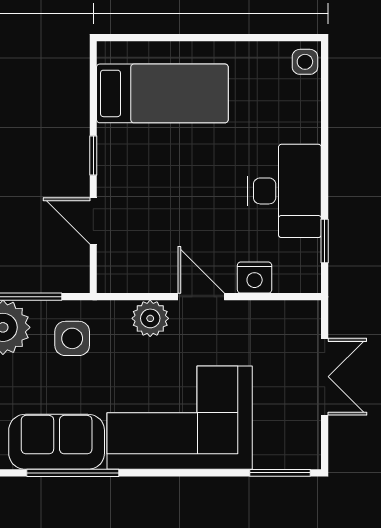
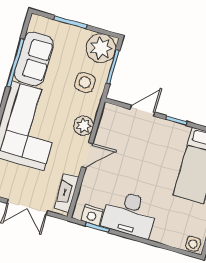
nightstand: (255, 278) -> (92, 215), moved, turned -90
fireplace: (279, 314) -> (66, 193), added

